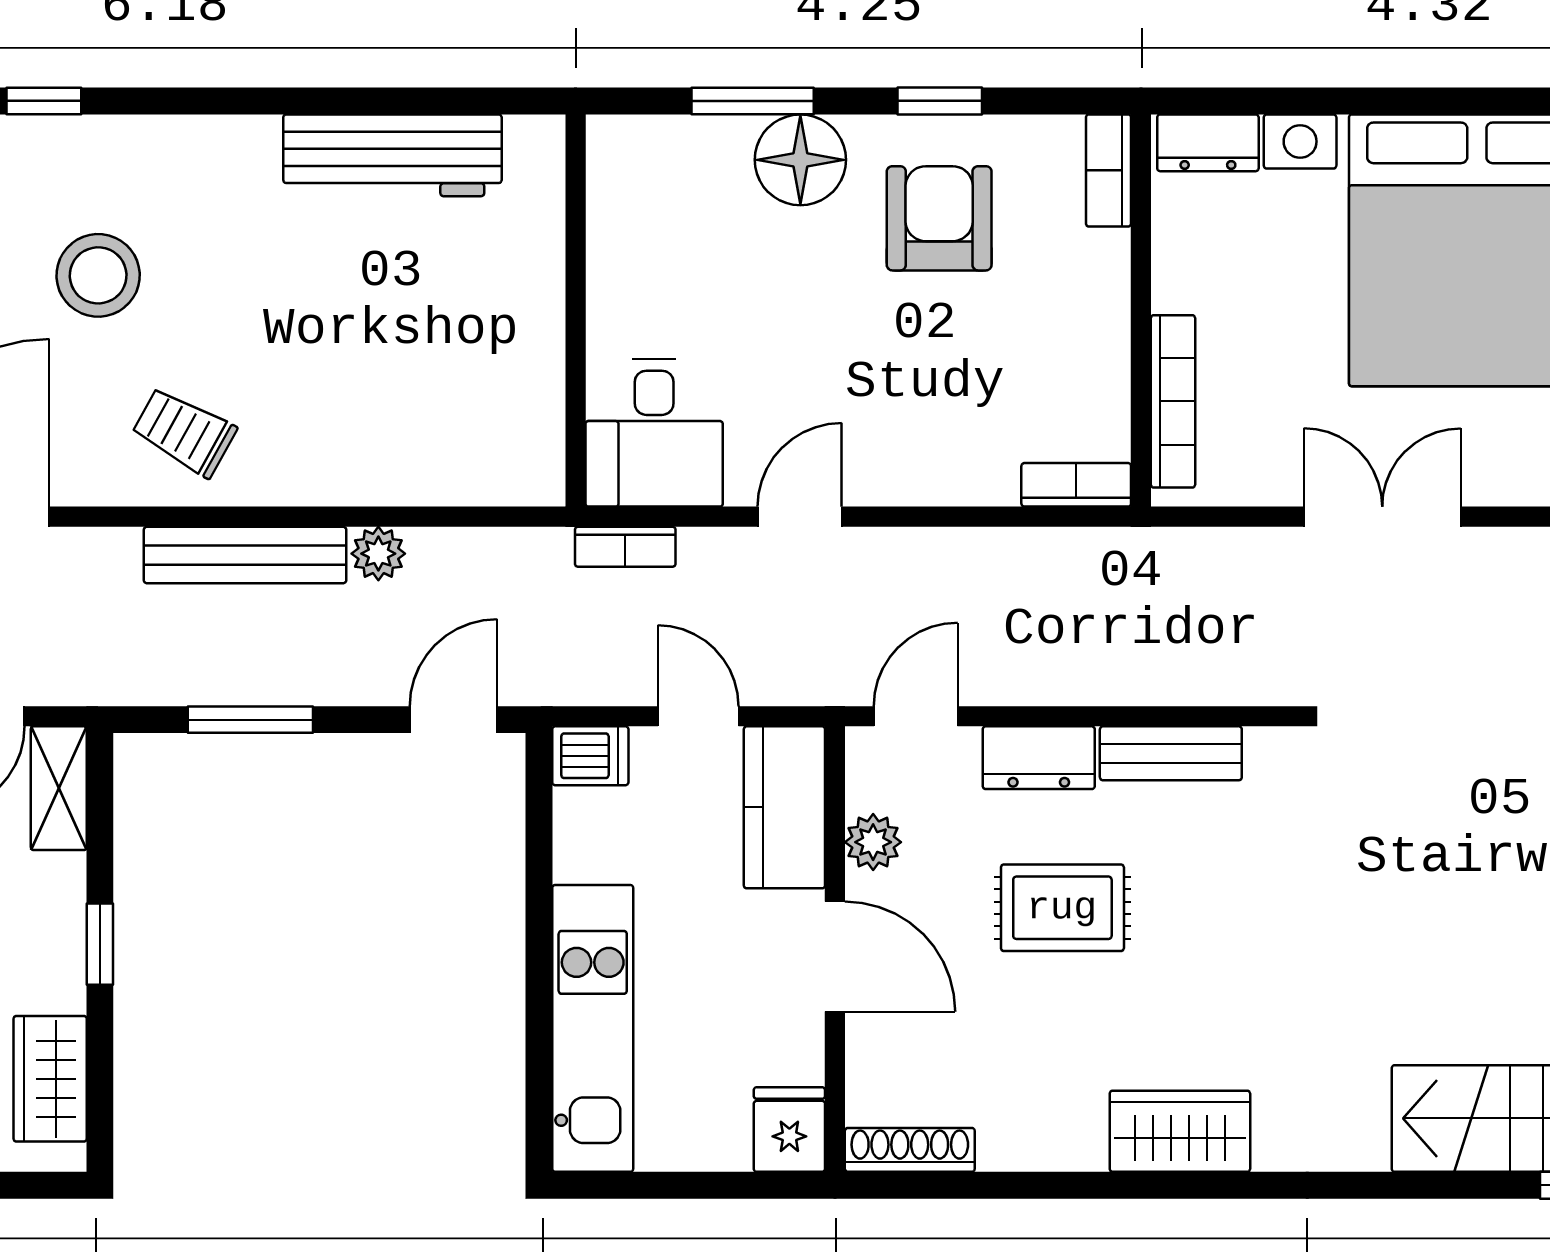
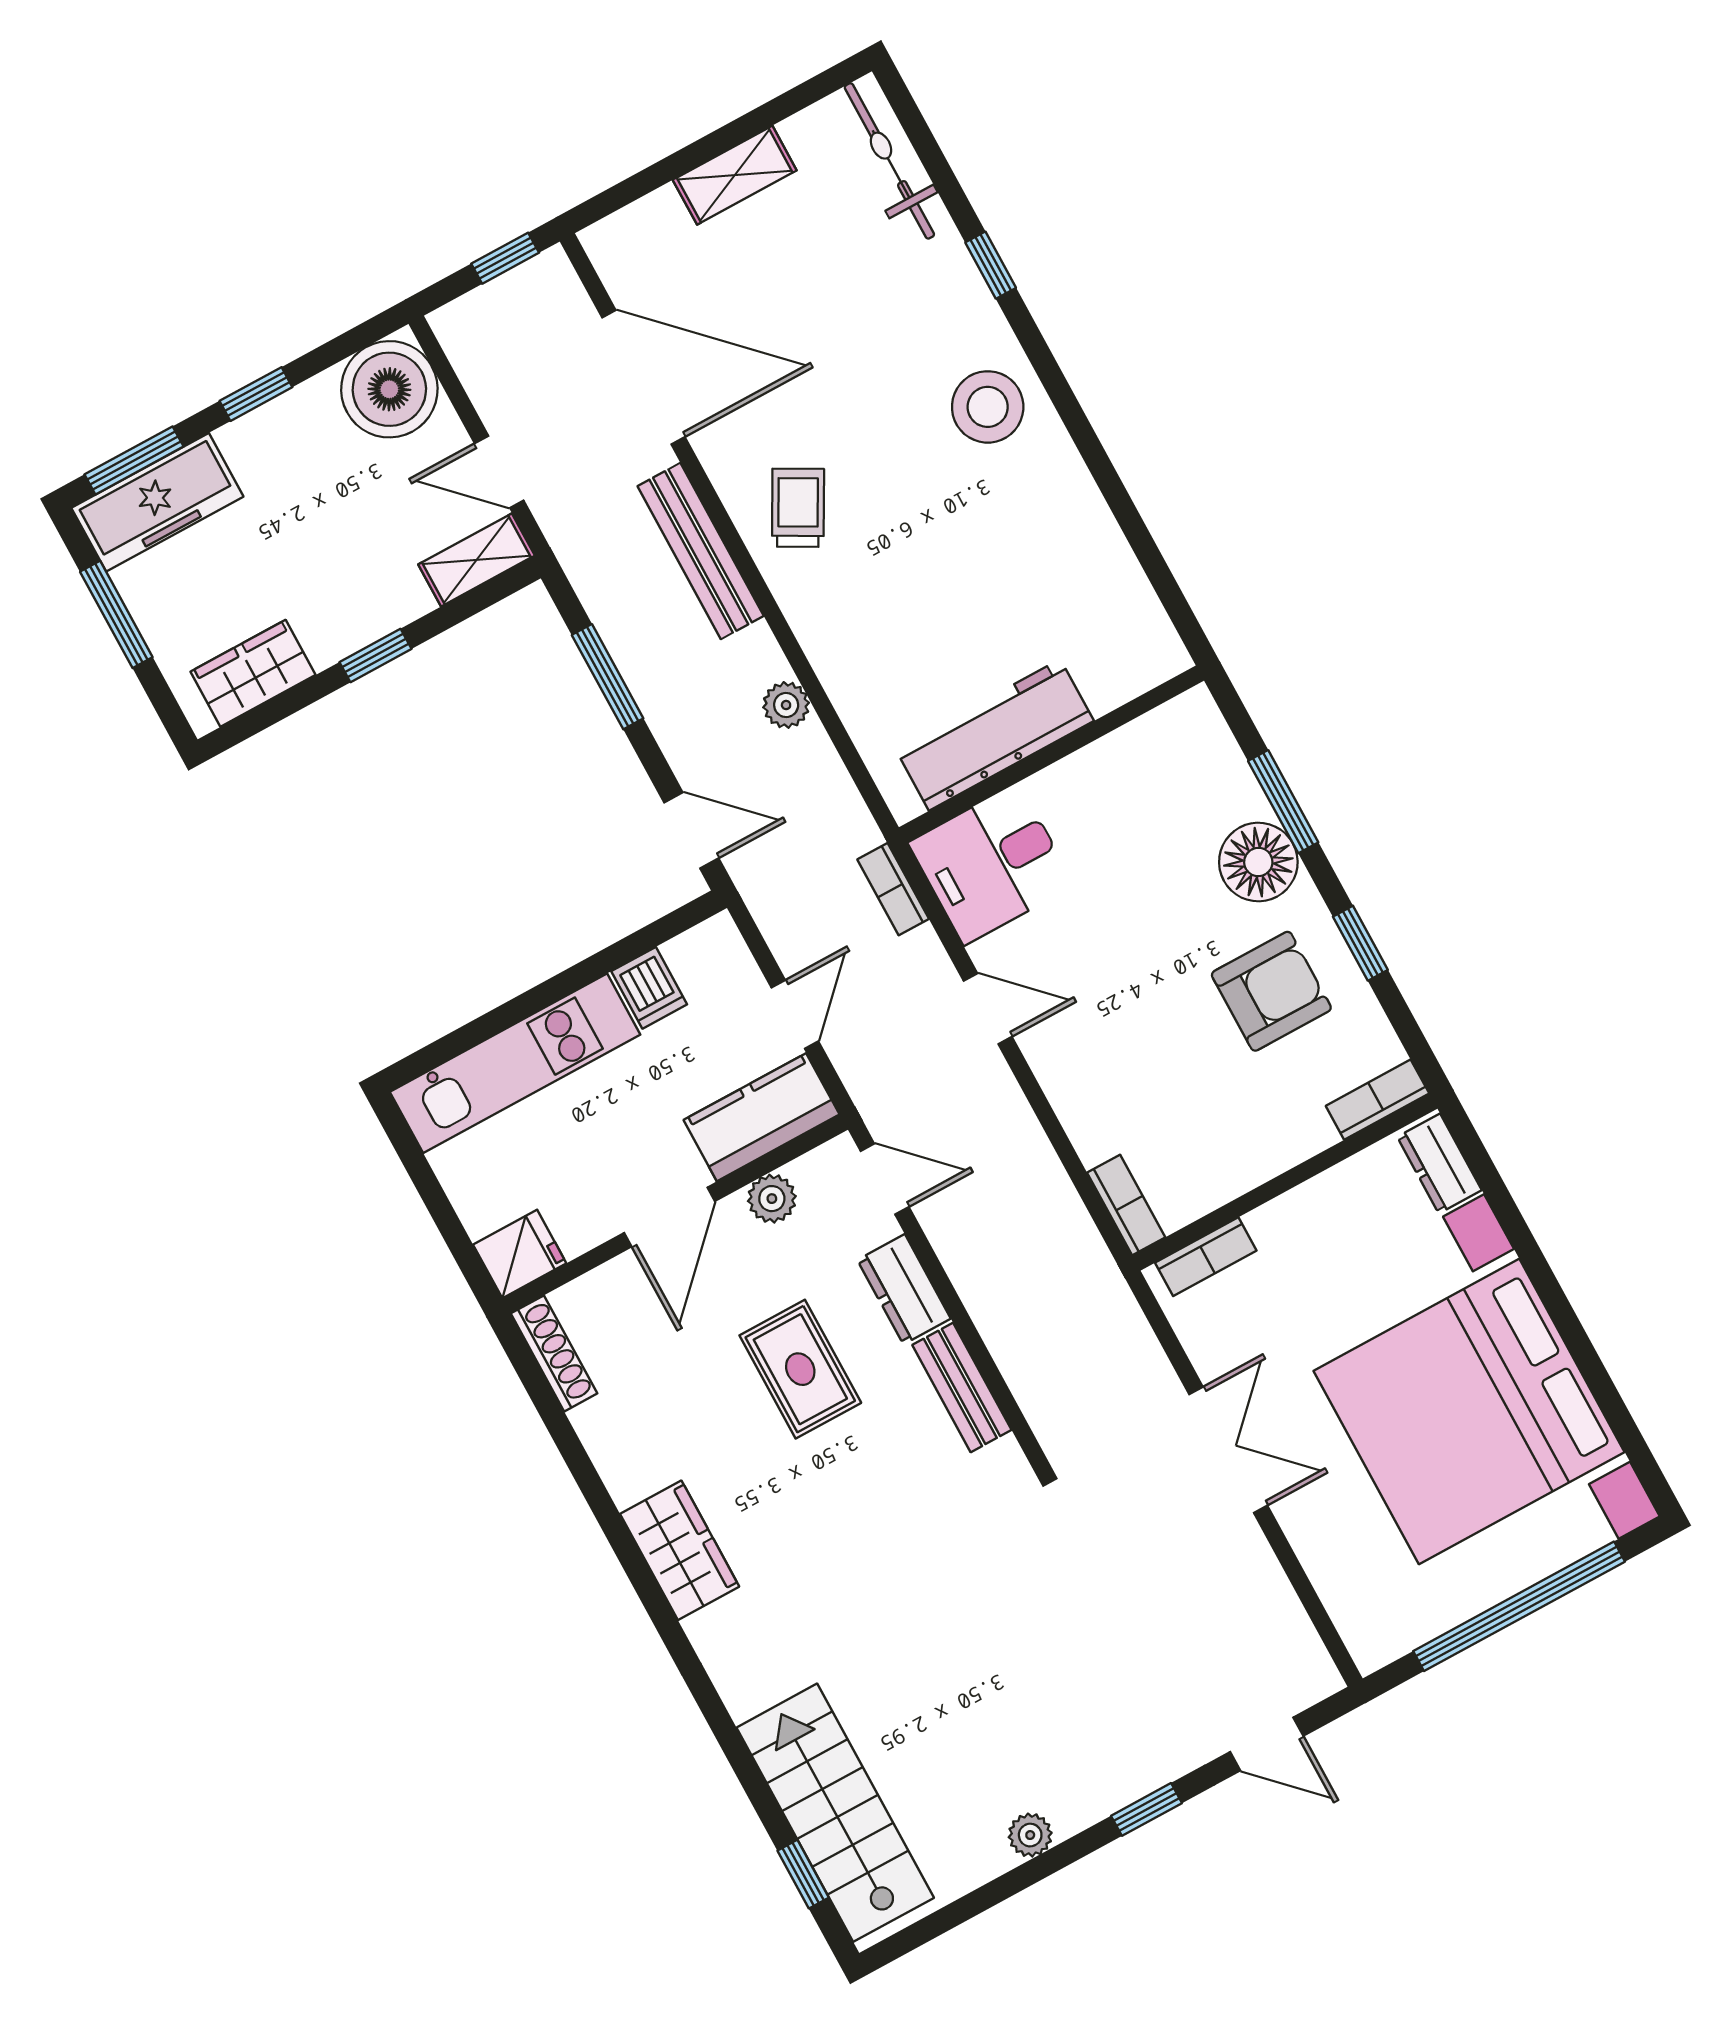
workbench: (392, 155) -> (995, 735), moved, turned 90
stool: (98, 275) -> (988, 407), moved
bookcase: (1173, 401) -> (1206, 1257), width x0.64
bench: (245, 555) -> (701, 551), moved
dishwasher: (590, 756) -> (649, 988), moved

